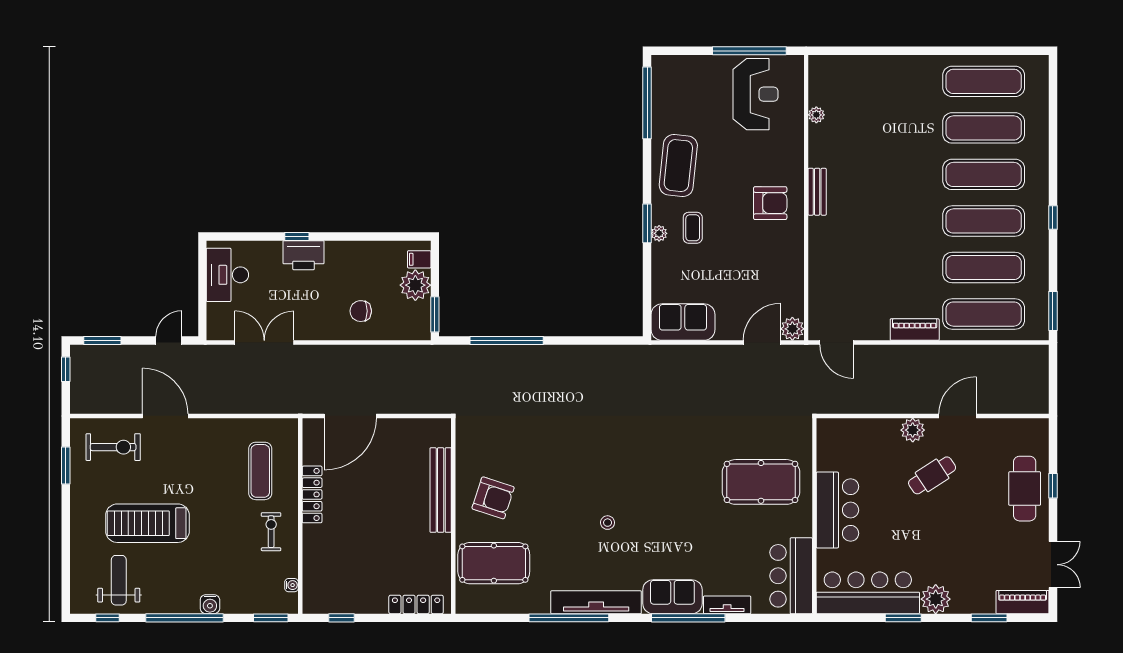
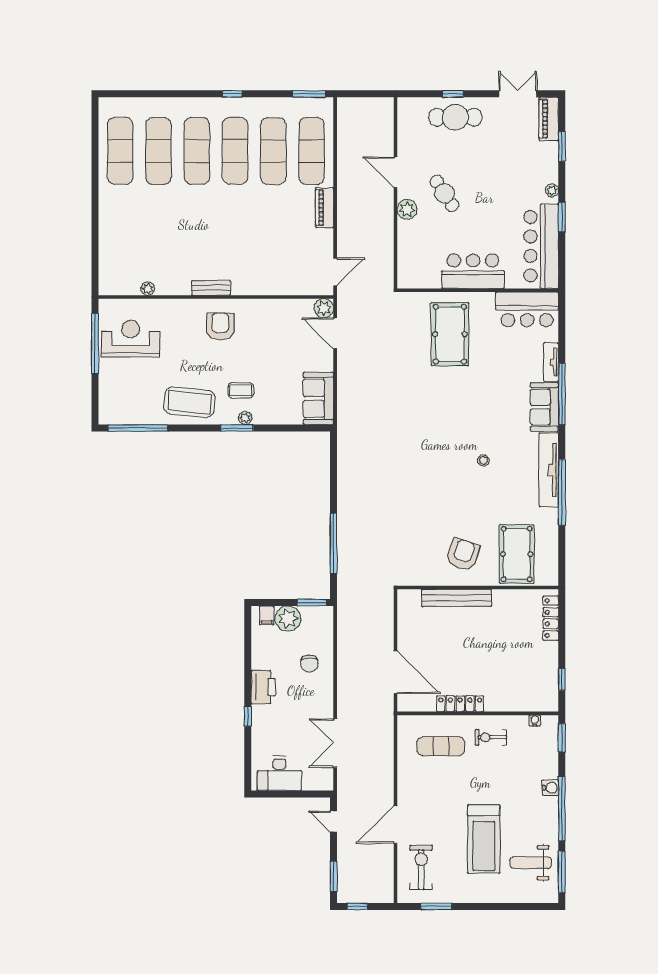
printer: (304, 255) -> (263, 687), moved
plant: (936, 599) -> (552, 190), width x0.53, depth x0.53
window: (108, 618) -> (562, 872), width x2.17

